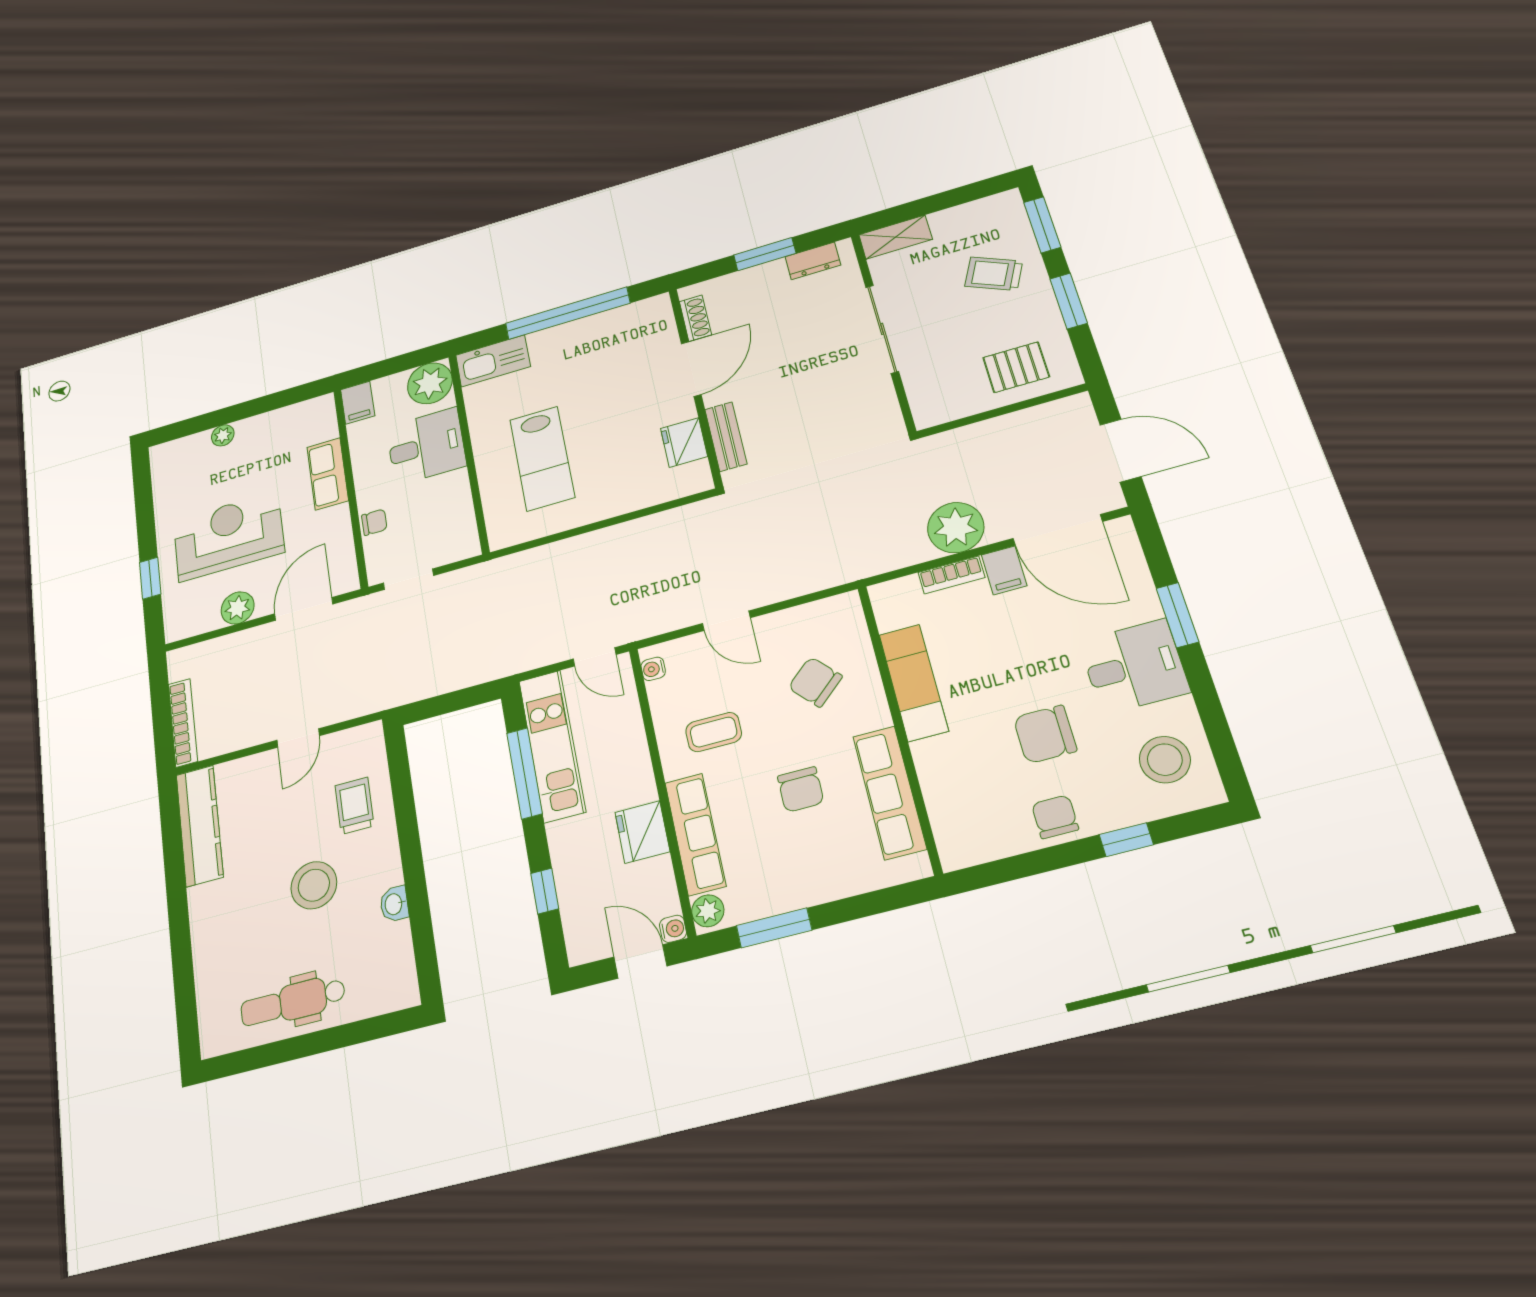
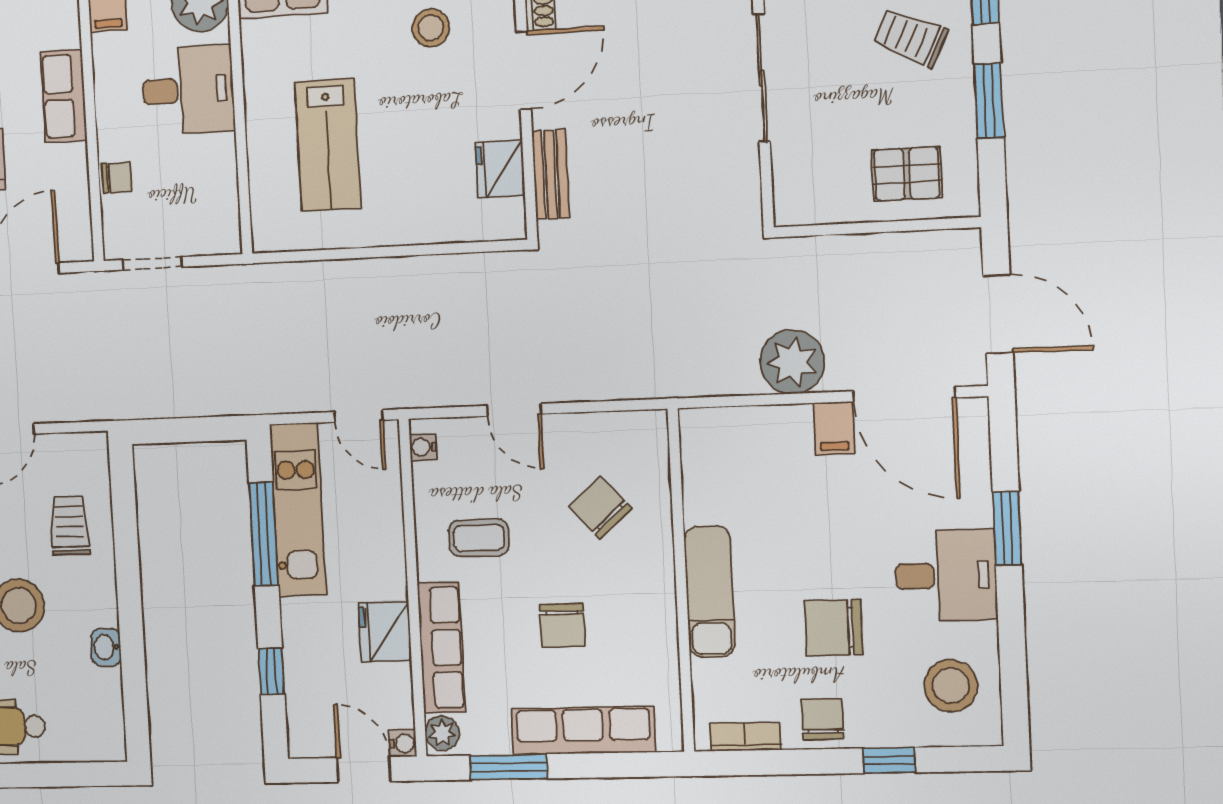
stool: (613, 357) -> (431, 28), added
bookcase: (951, 575) -> (745, 737), moved, turned 180
exam couch: (914, 683) -> (710, 592), moved
row of seats: (889, 792) -> (583, 731), moved, turned 90

